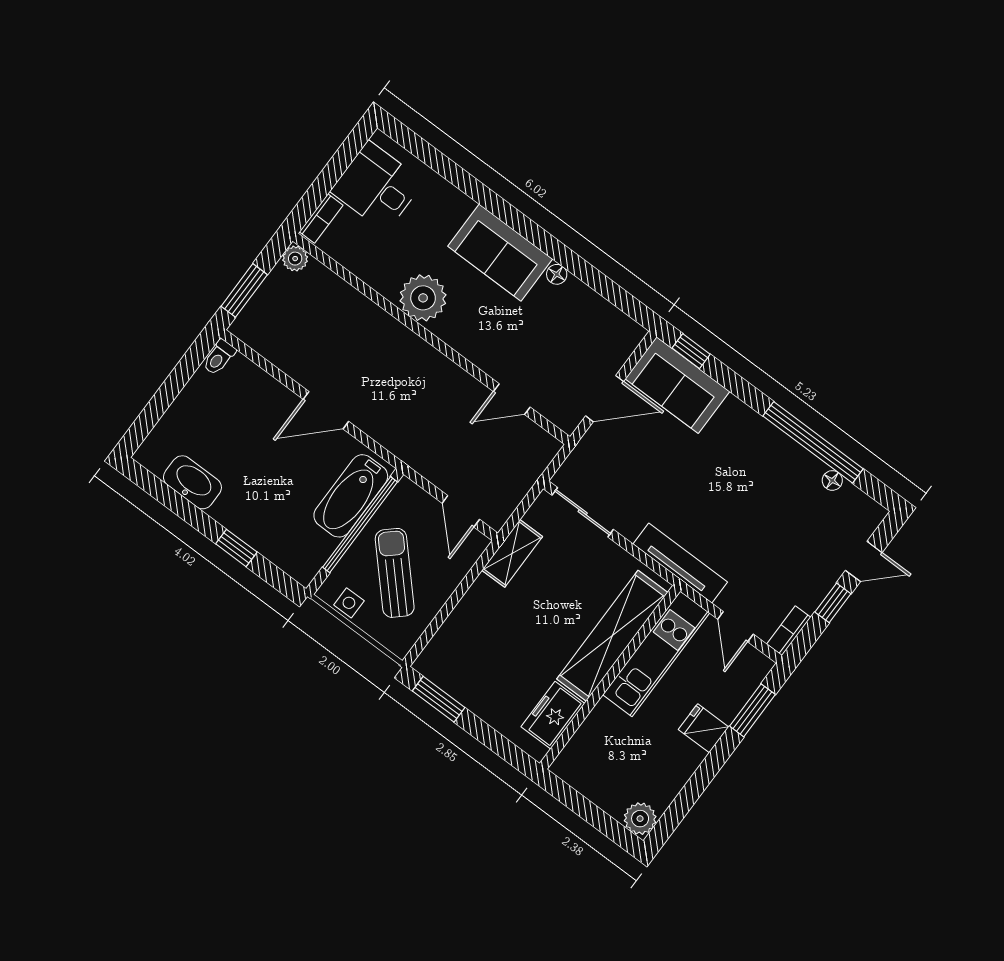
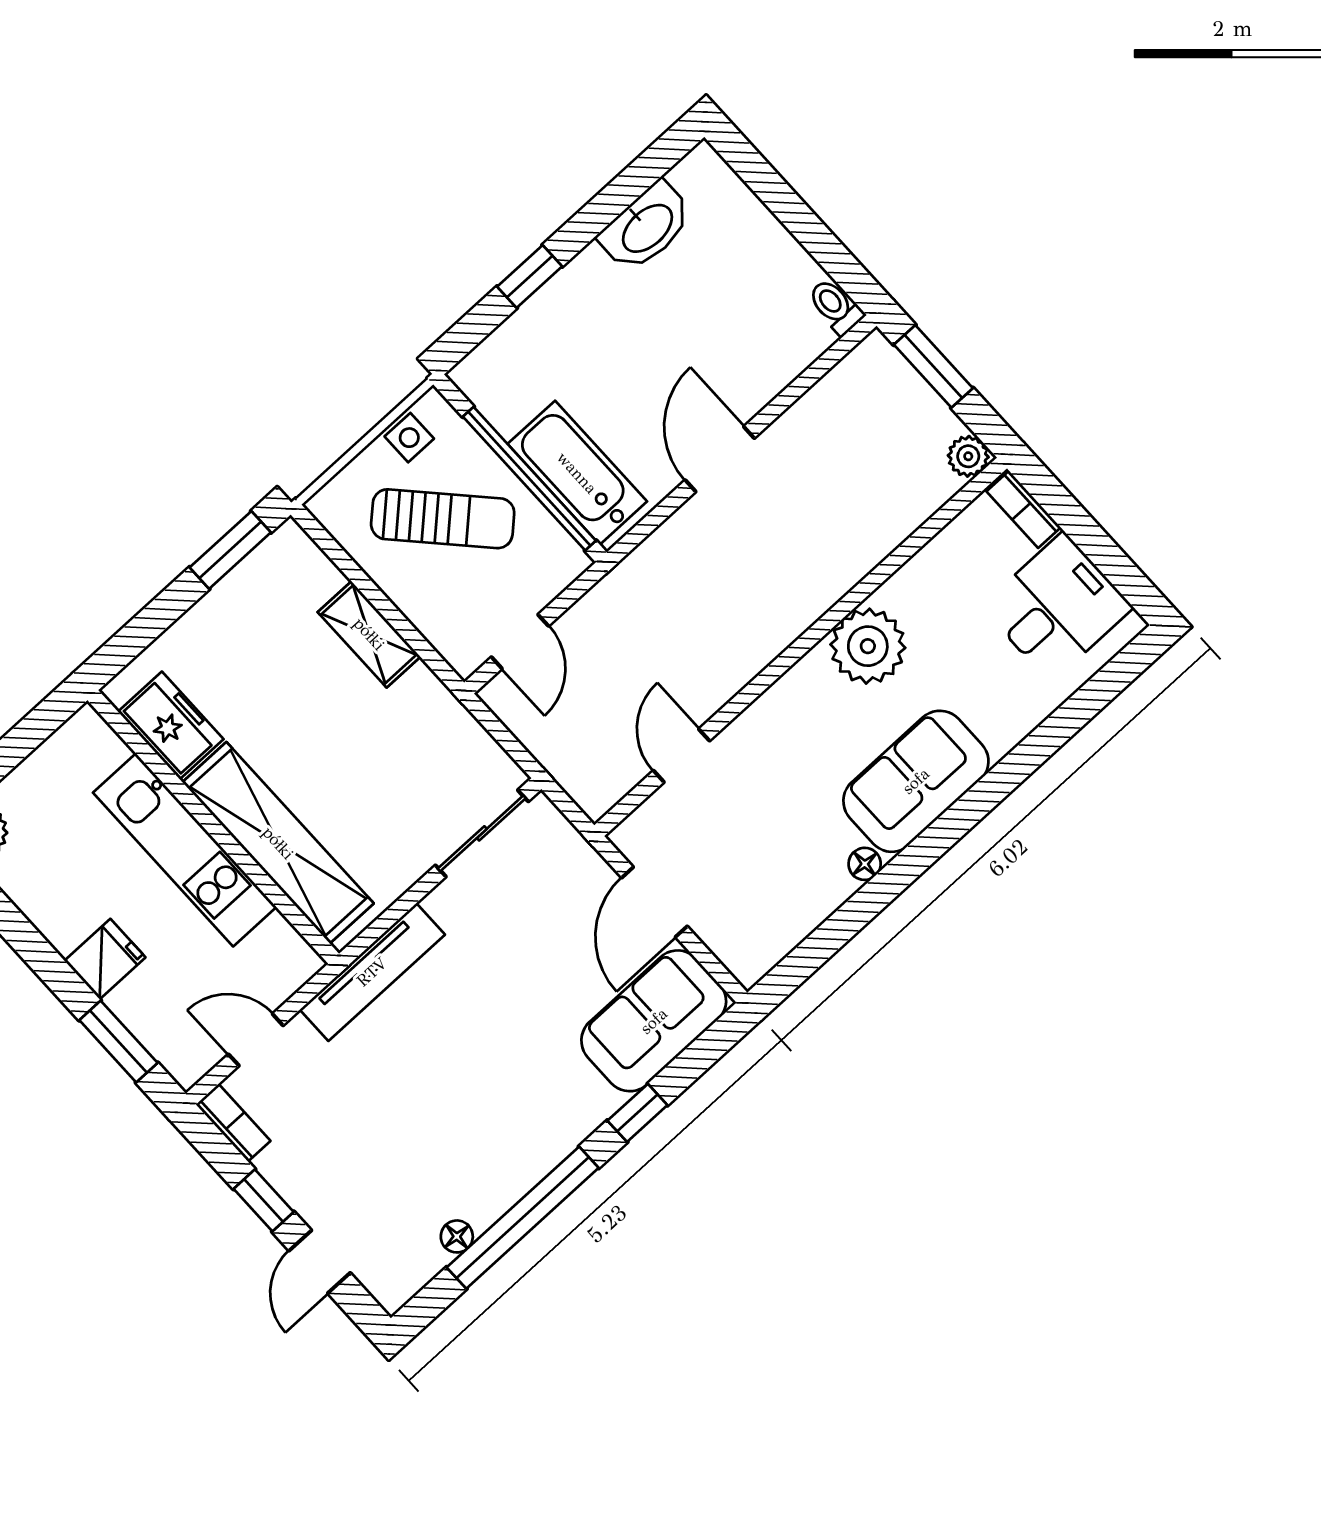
window: (691, 351) -> (637, 1113), moved
door: (461, 511) -> (520, 642), swing flipped
shelving: (512, 553) -> (369, 634), moved
kitchen unit: (656, 654) -> (185, 850), moved

